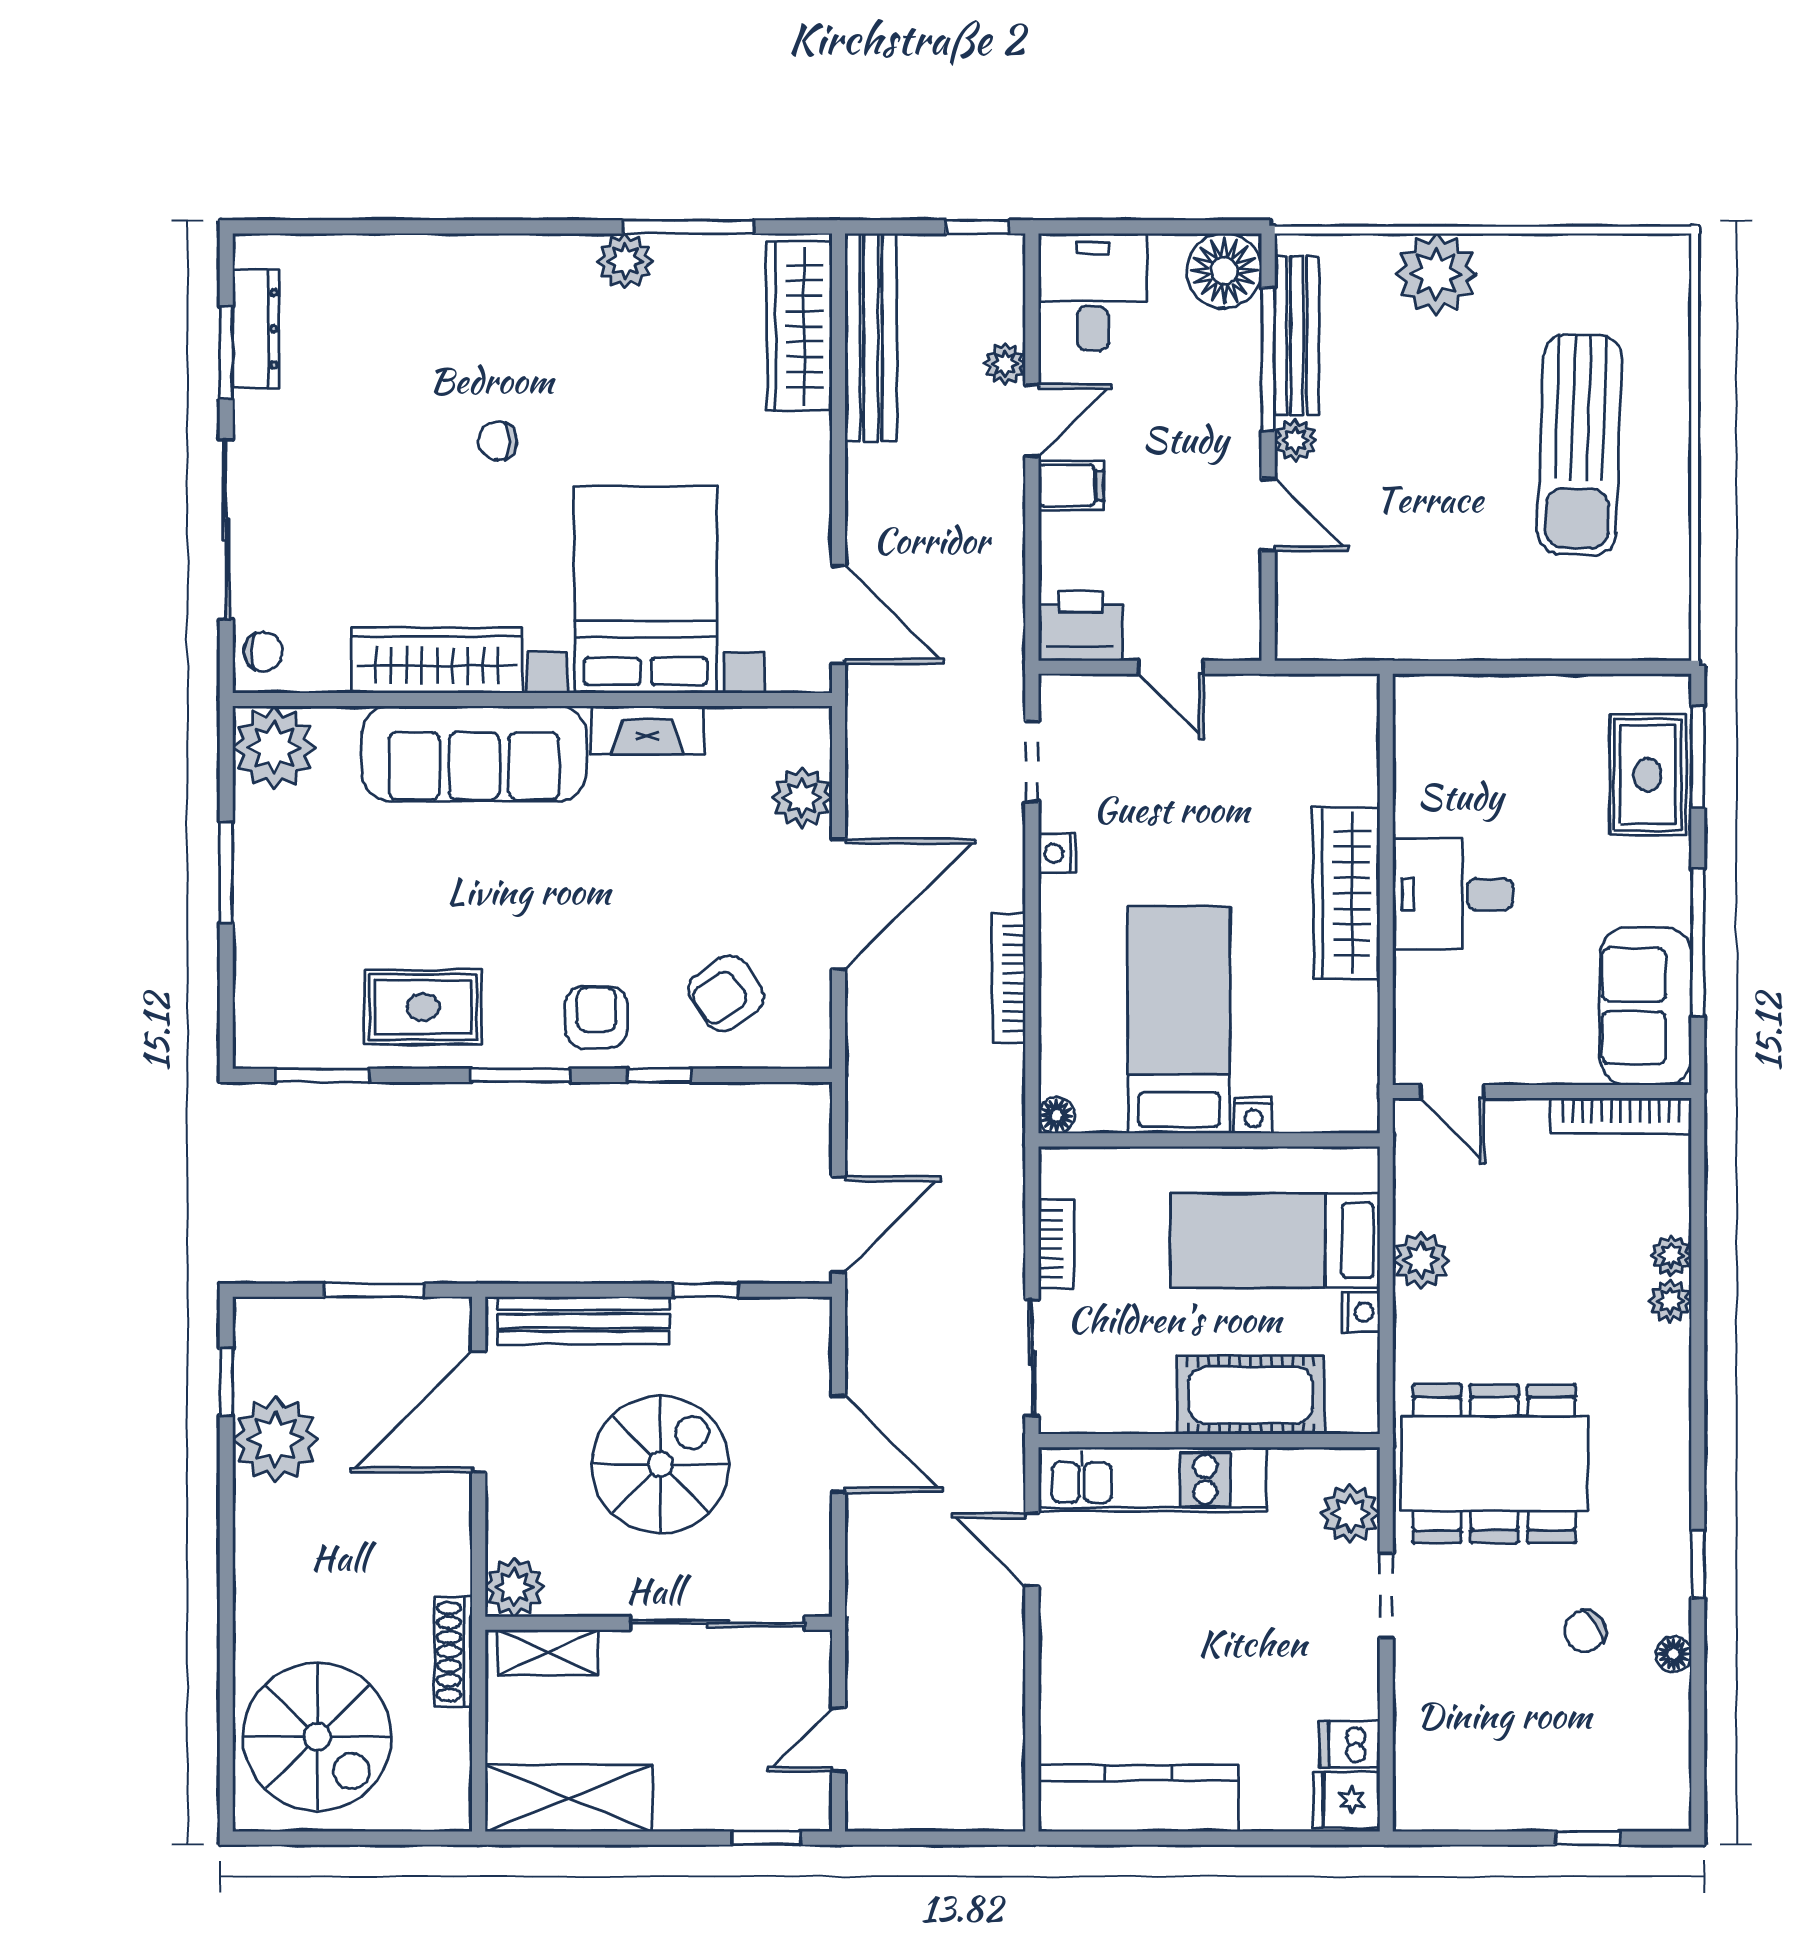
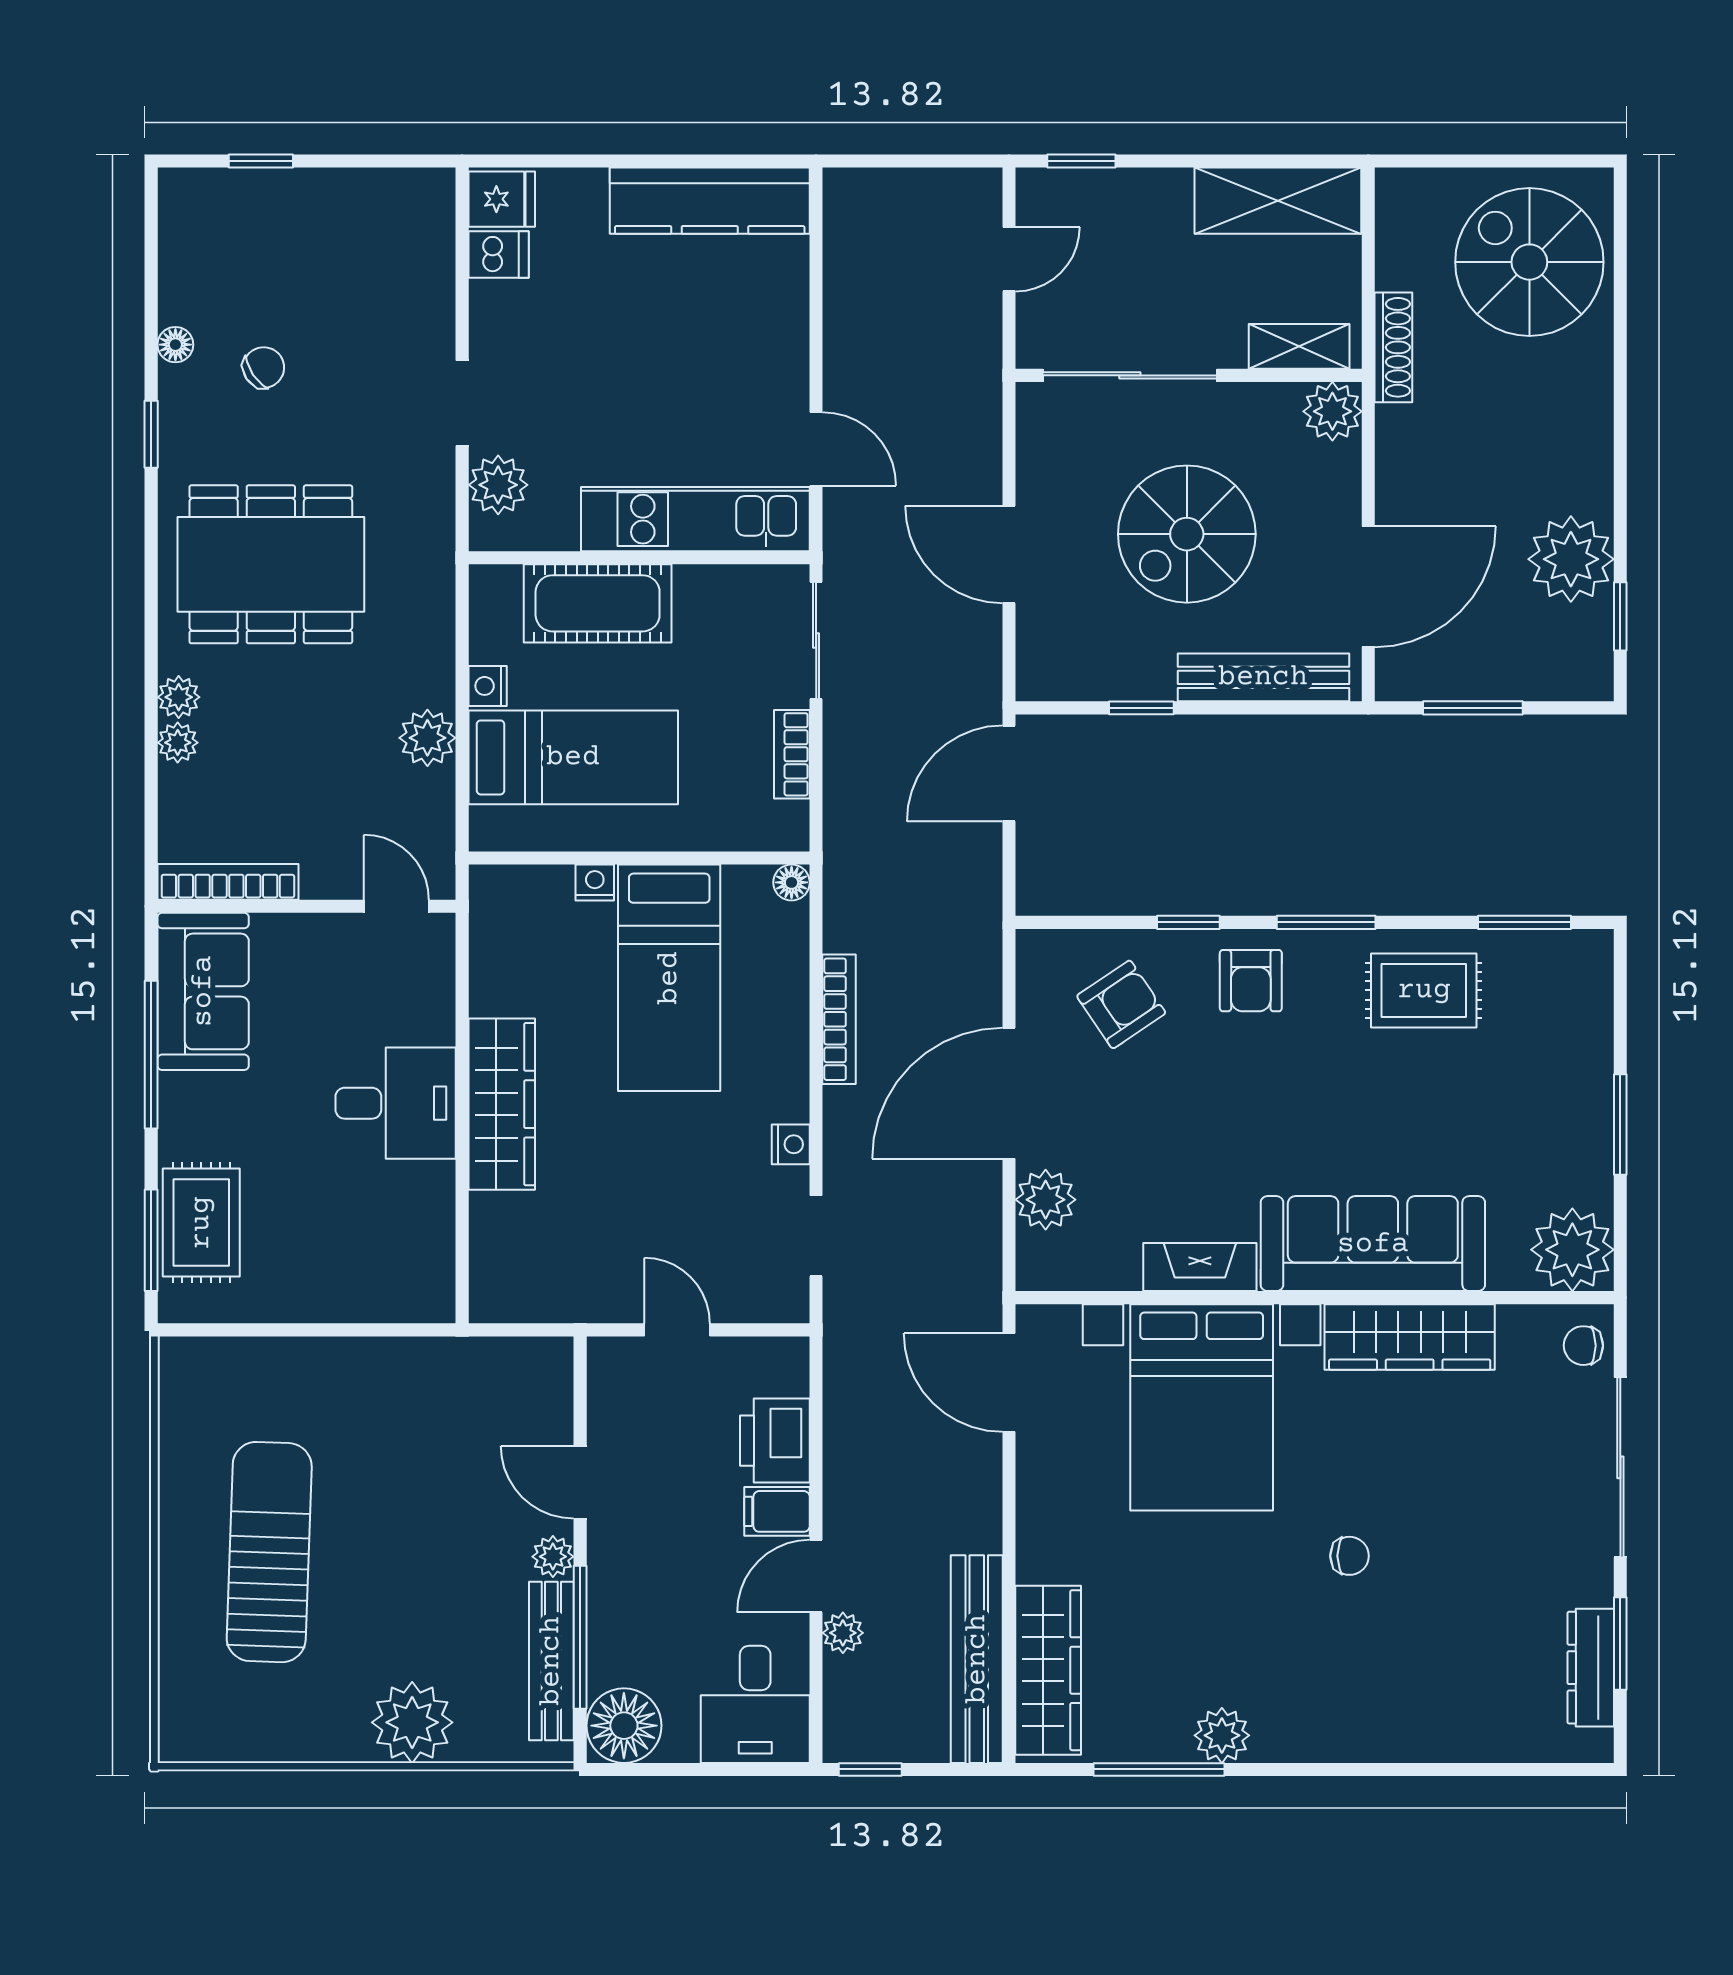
printer: (1080, 626) -> (775, 1441), moved, turned 90
dining table: (1494, 1464) -> (271, 564), moved

